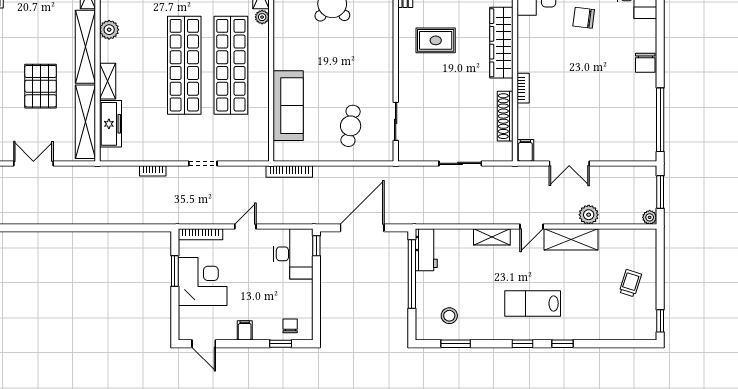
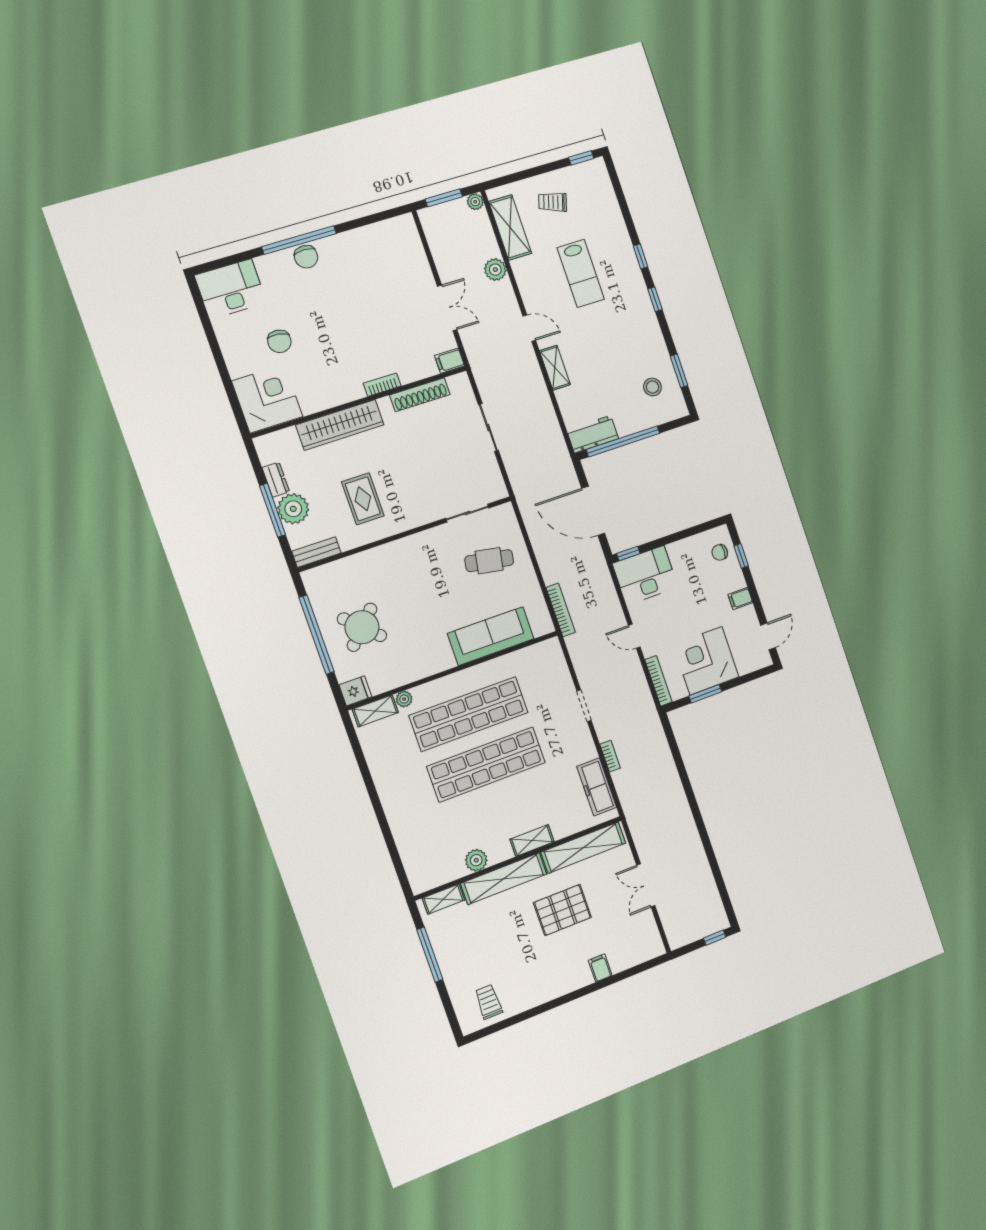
chair: (645, 63) -> (306, 257), turned 90
window: (660, 120) -> (299, 240), moved
freezer: (110, 124) -> (597, 787), moved, turned -90
shelving: (571, 239) -> (510, 227), moved
lab bench: (533, 303) -> (581, 273), moved

